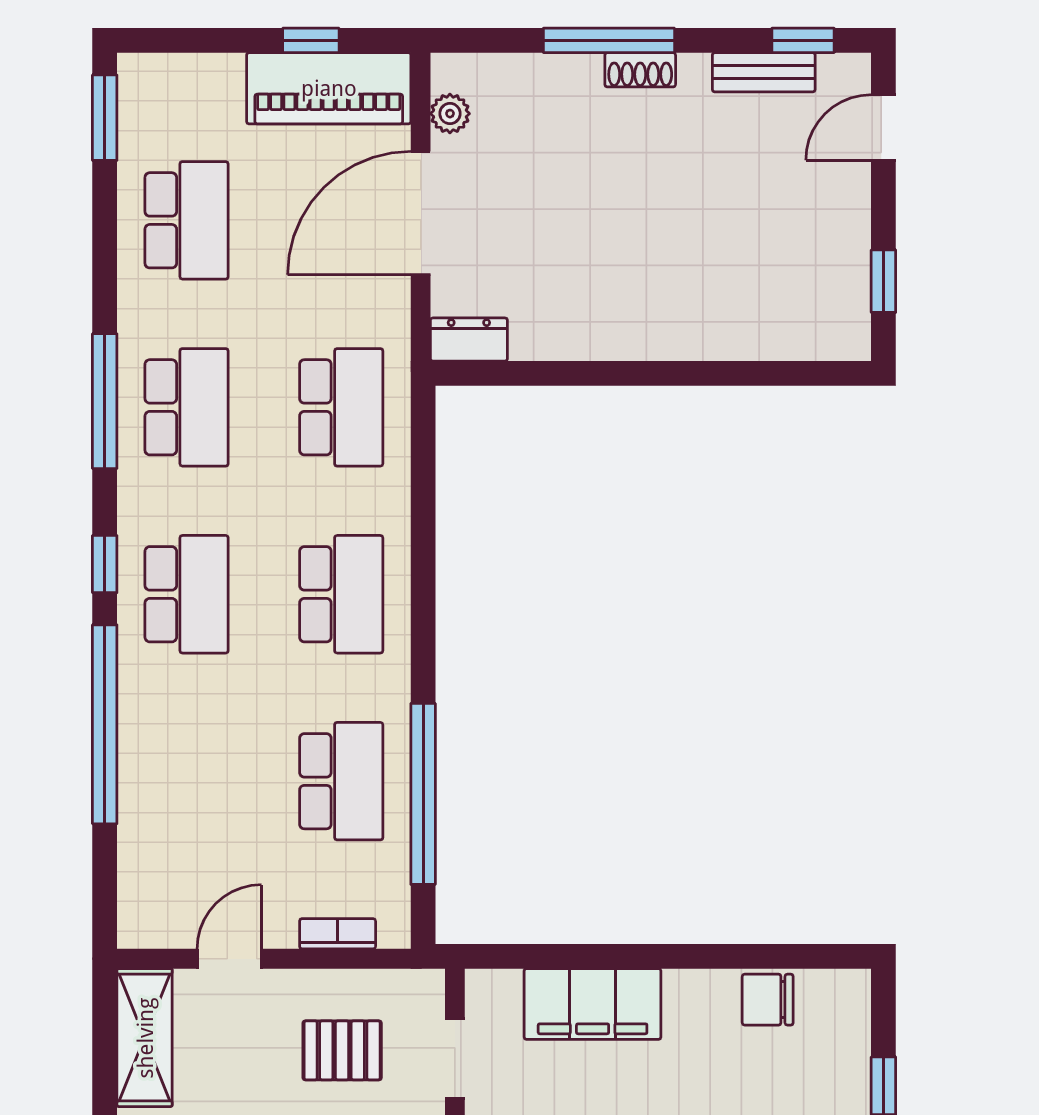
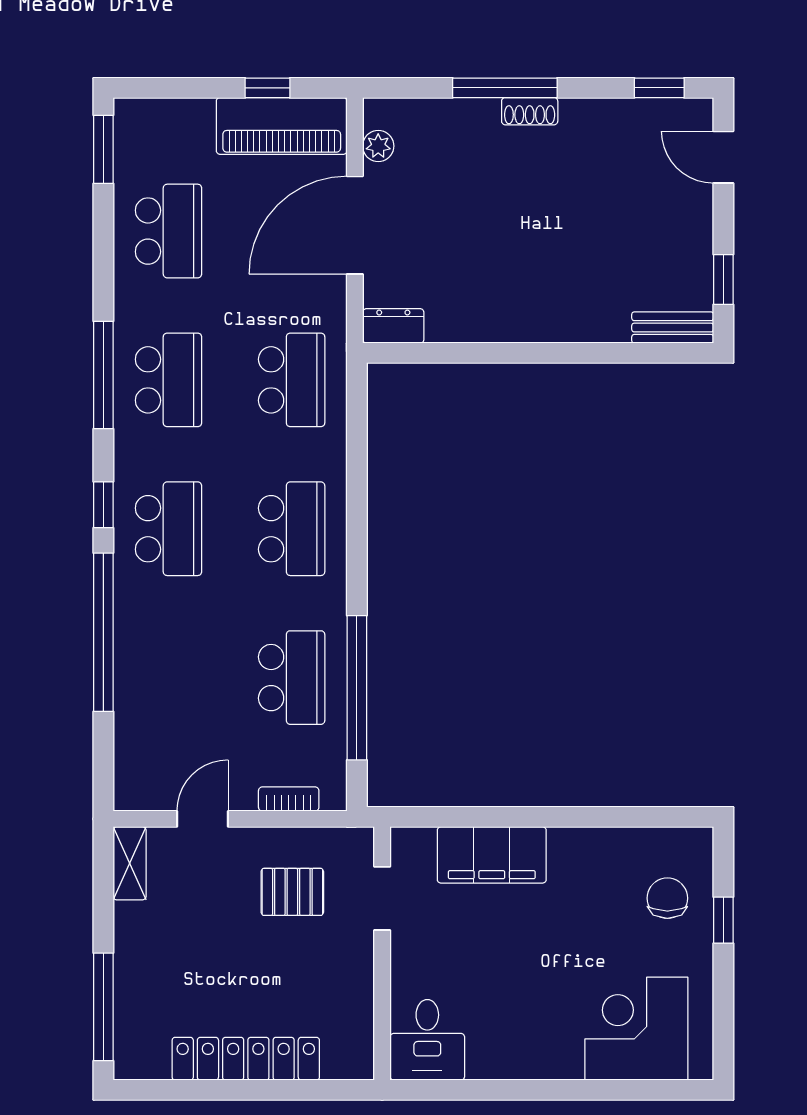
bench: (764, 72) -> (673, 328), moved
door: (883, 127) -> (723, 157), hinge flipped
chair: (768, 1000) -> (667, 898), moved, turned 90
shelving: (145, 1038) -> (130, 863), width x0.67, depth x0.75

